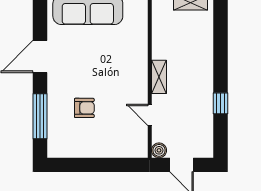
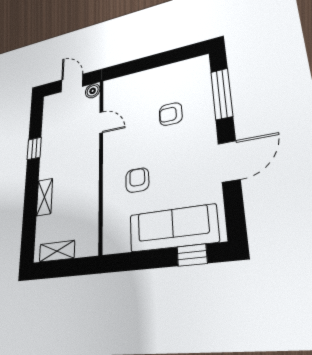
armchair: (116, 54) -> (137, 180), added
shelving: (159, 77) -> (45, 197), moved

